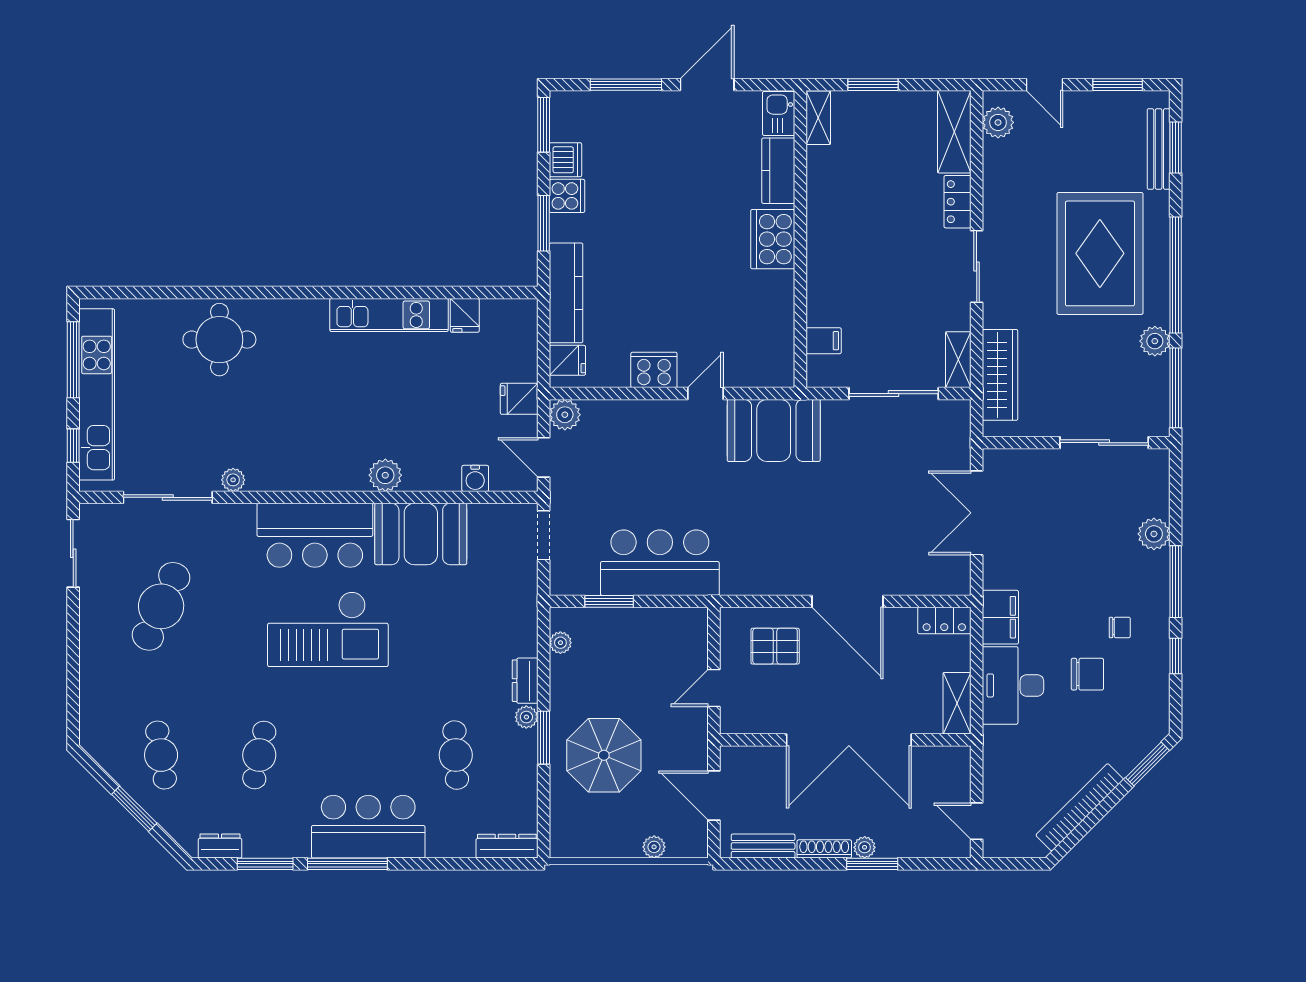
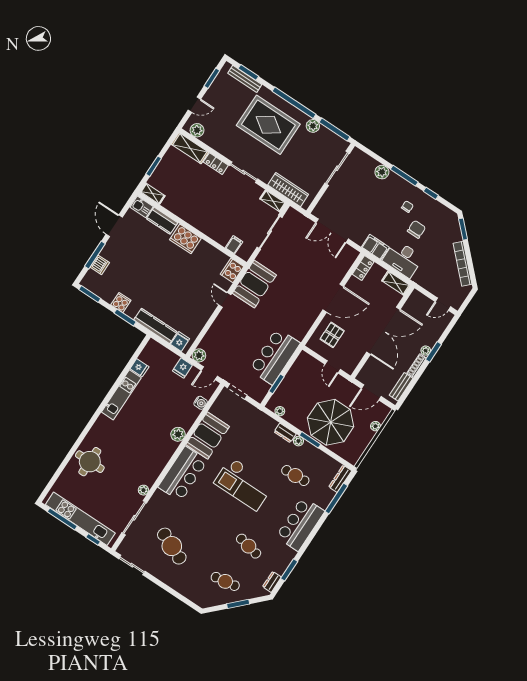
dishwasher: (565, 160) -> (100, 265), moved, turned 90
cooker: (654, 370) -> (232, 270), moved
checkout: (328, 629) -> (244, 484), moved, turned 90
parasol: (604, 755) -> (331, 422), width x1.36, depth x1.36
window: (347, 864) -> (336, 499), moved

